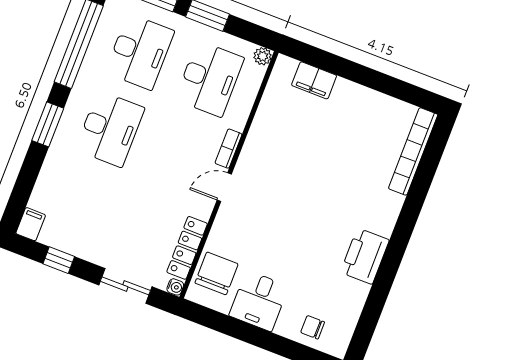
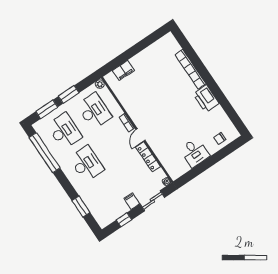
window: (48, 124) -> (81, 207), moved
bookcase: (413, 151) -> (190, 69), moved
filing cabinet: (31, 224) -> (132, 201), moved
locker: (187, 248) -> (148, 157), moved
chair: (216, 273) -> (172, 162), removed

